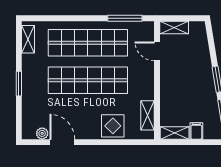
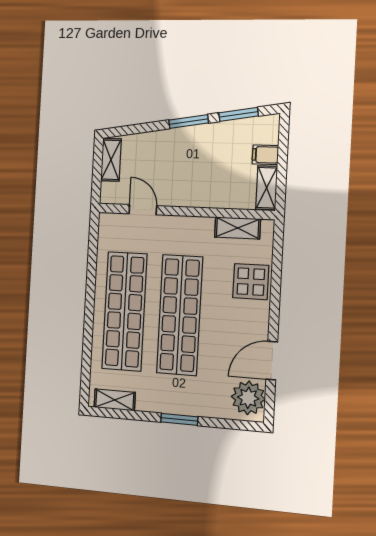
window: (125, 18) -> (92, 255), removed
shelving: (174, 27) -> (111, 160), moved
door: (157, 51) -> (143, 210), swing flipped
plant: (42, 133) -> (248, 398), width x1.88, depth x1.88

